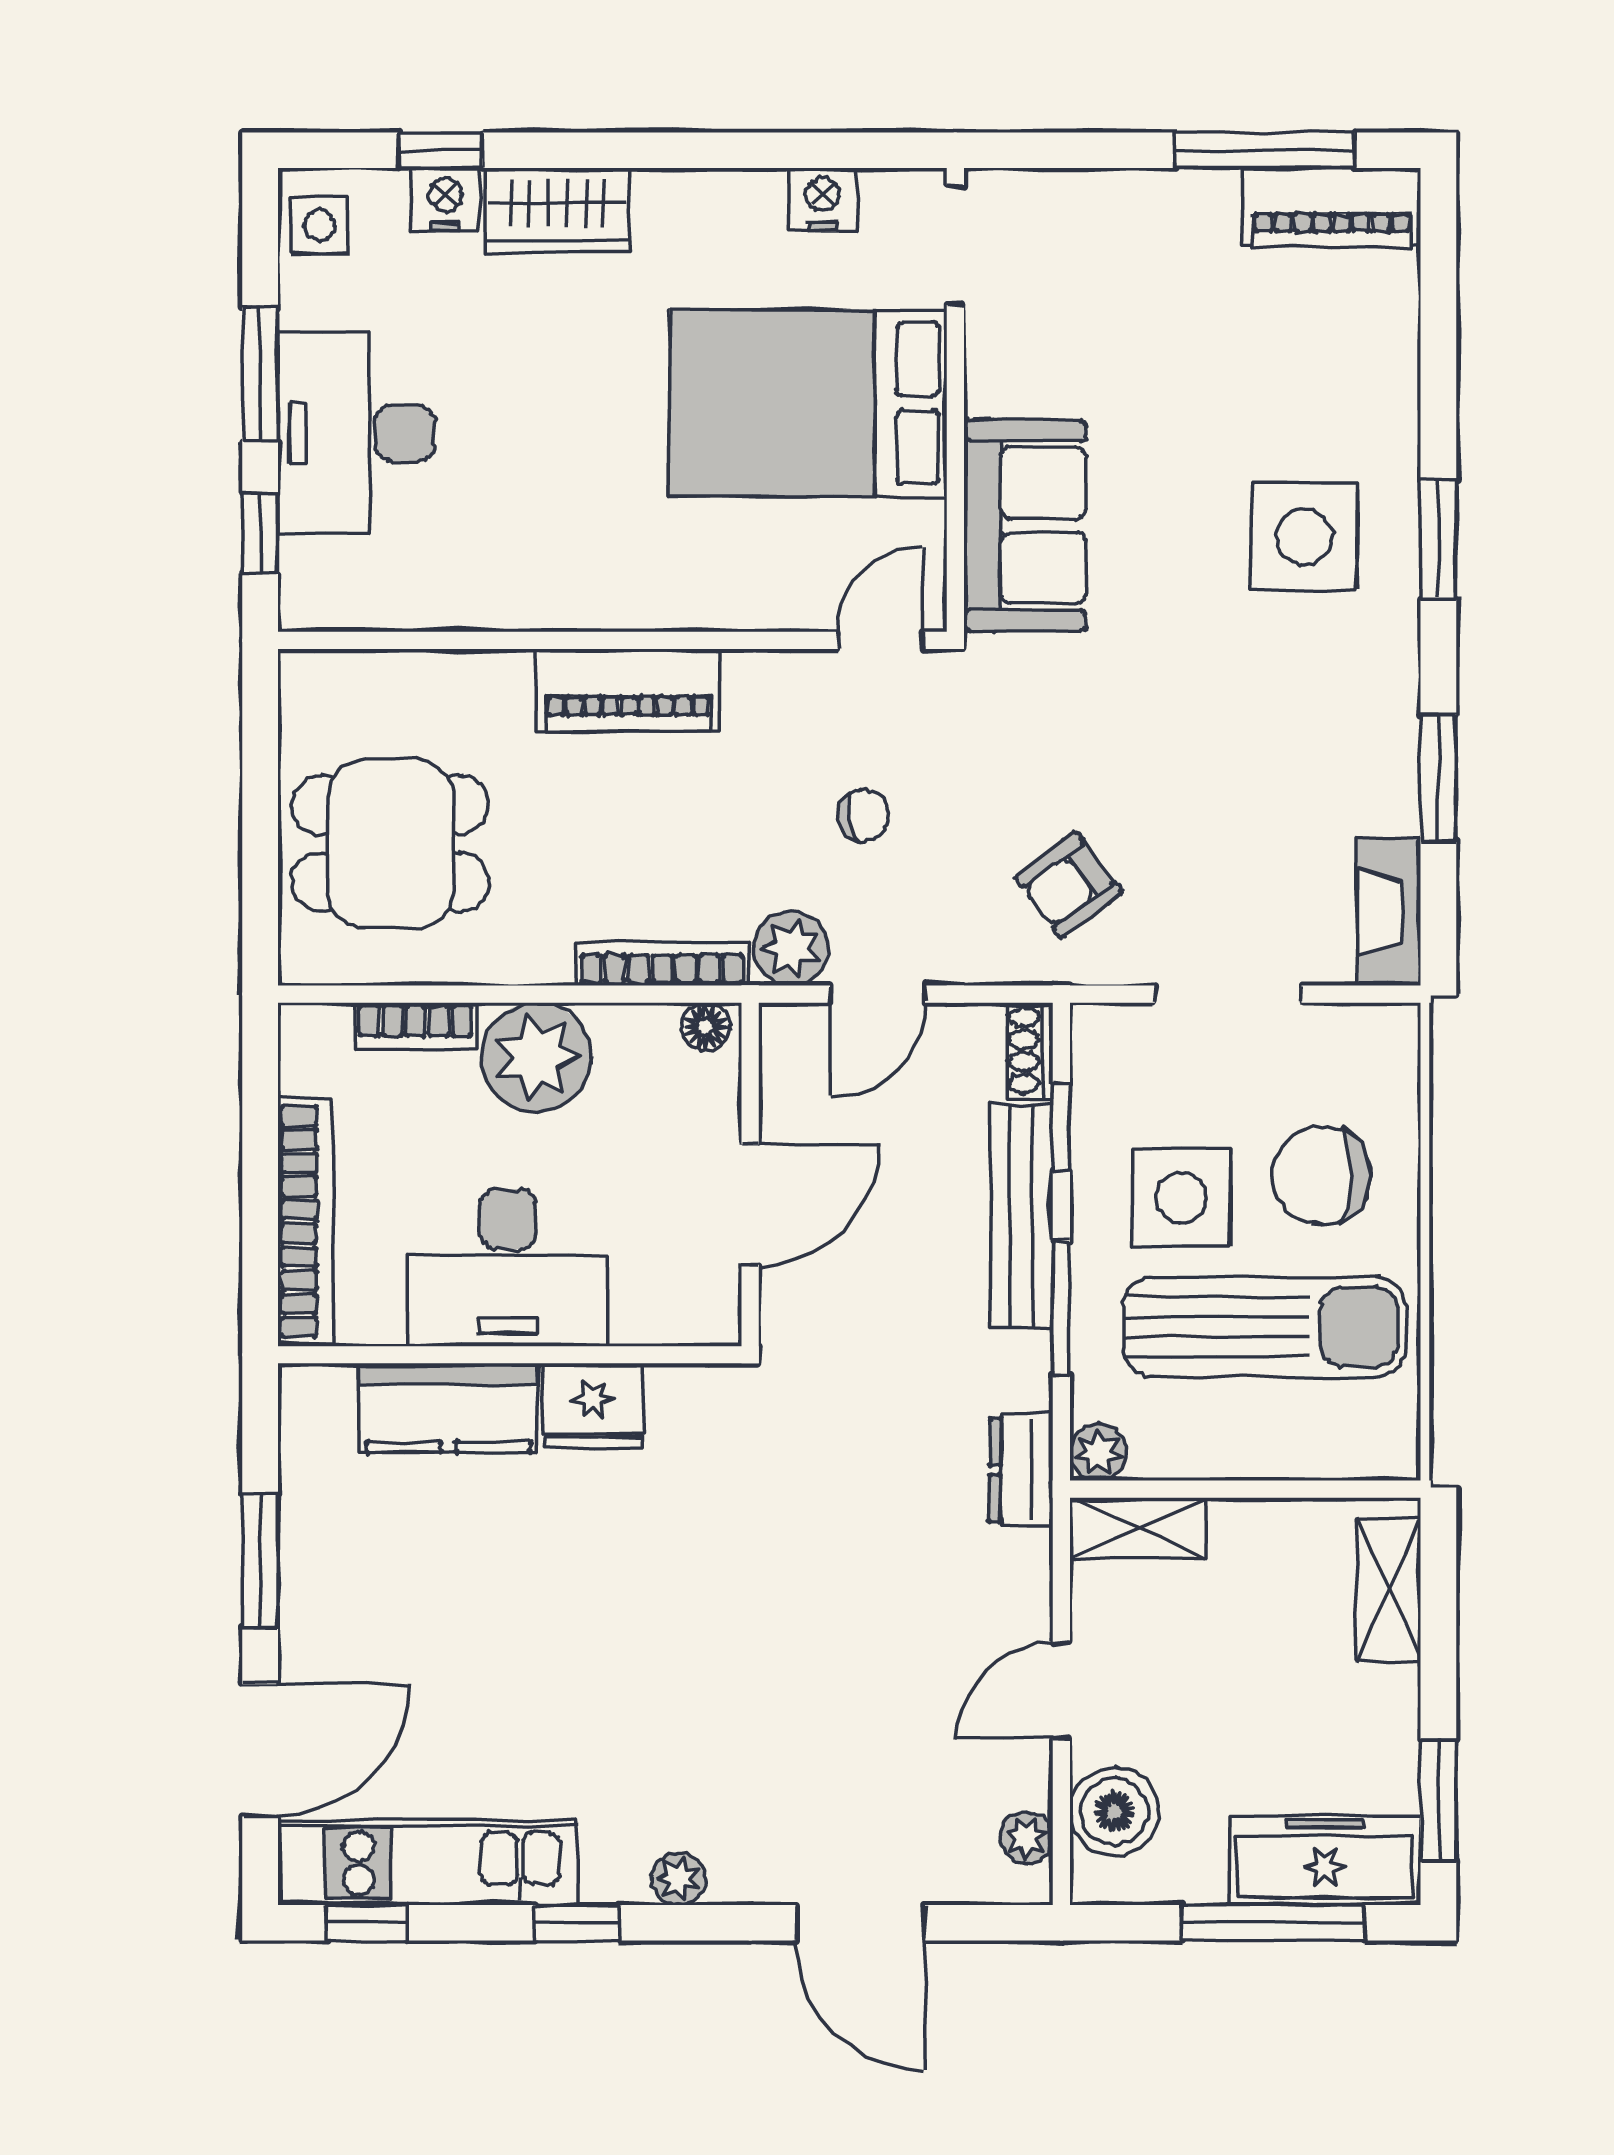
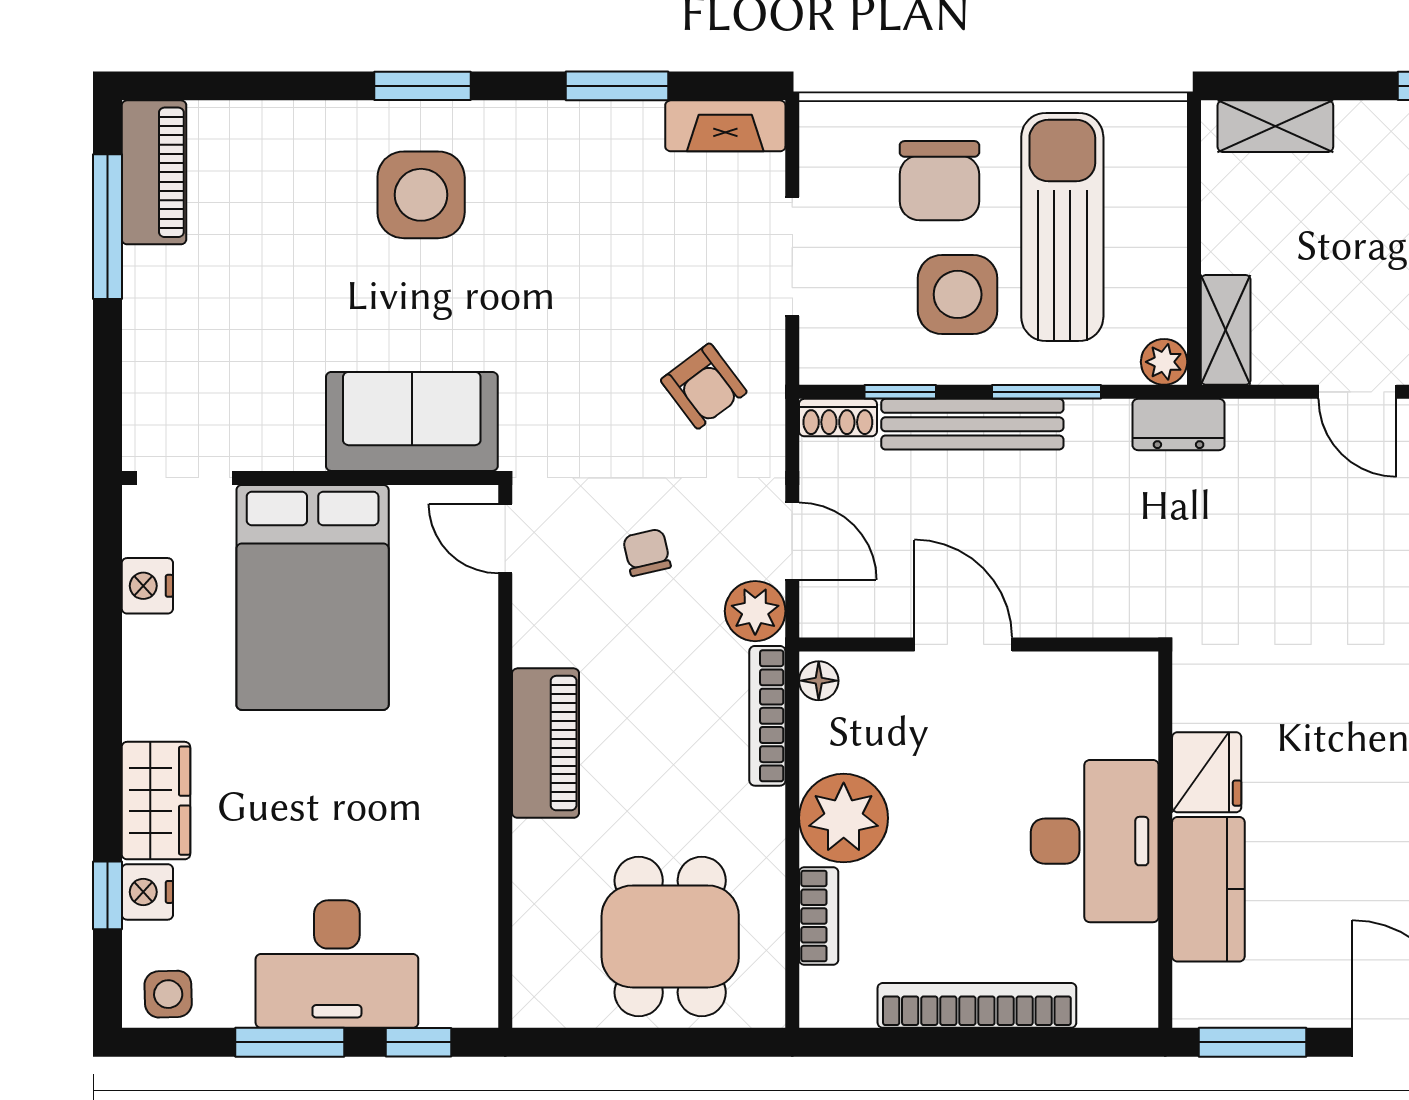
desk: (508, 1268) -> (1095, 841), moved
wall: (510, 1355) -> (1165, 840), moved
fridge: (593, 1406) -> (1207, 772), moved
kitchen counter: (449, 1408) -> (1208, 889), moved

